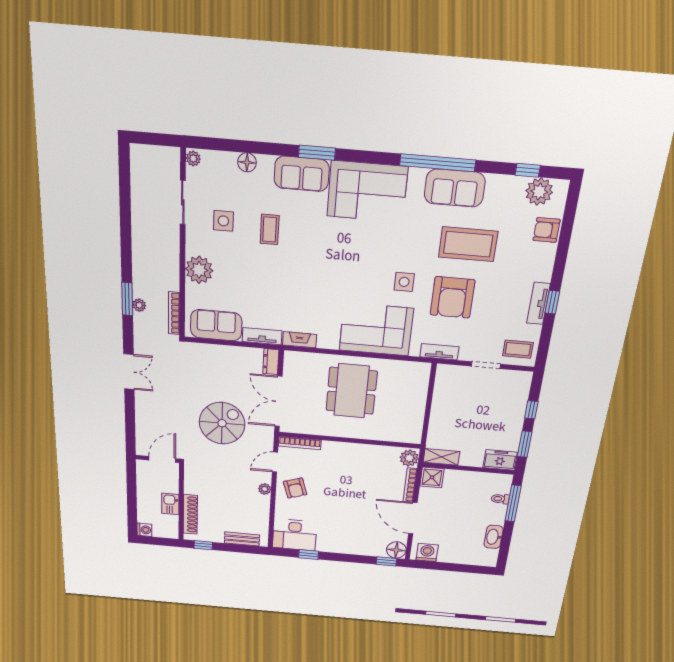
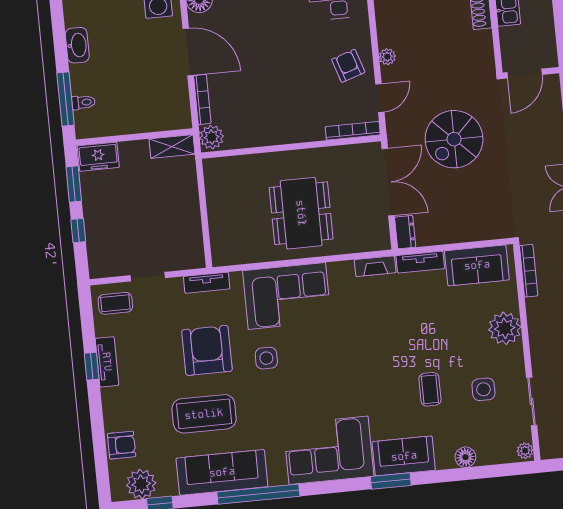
sofa: (455, 188) -> (222, 472), width x1.36
shower: (432, 477) -> (177, 116), removed

